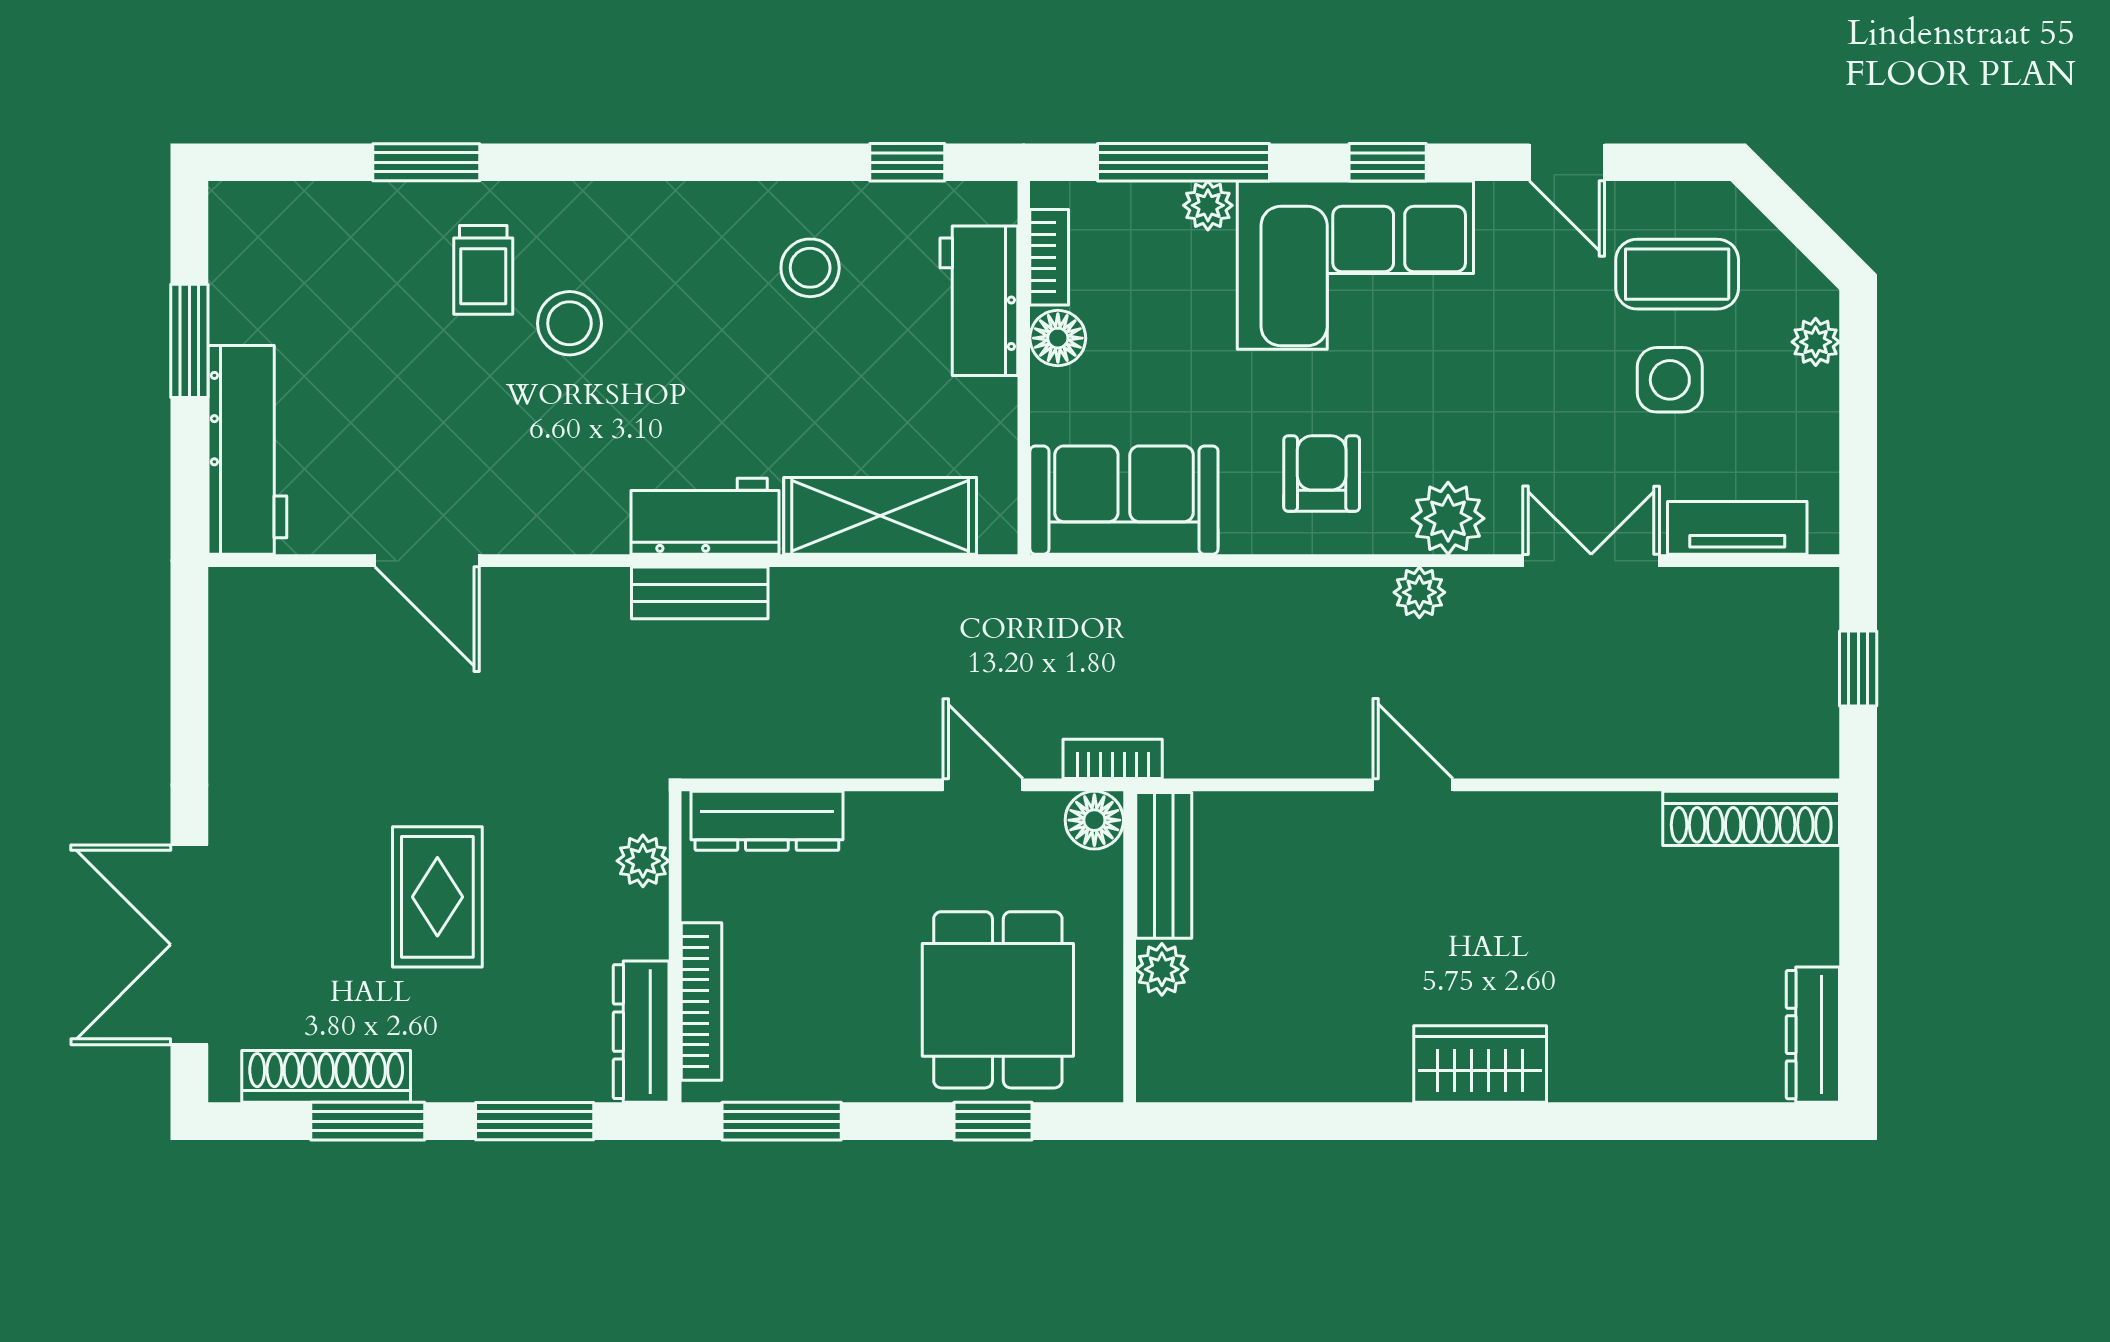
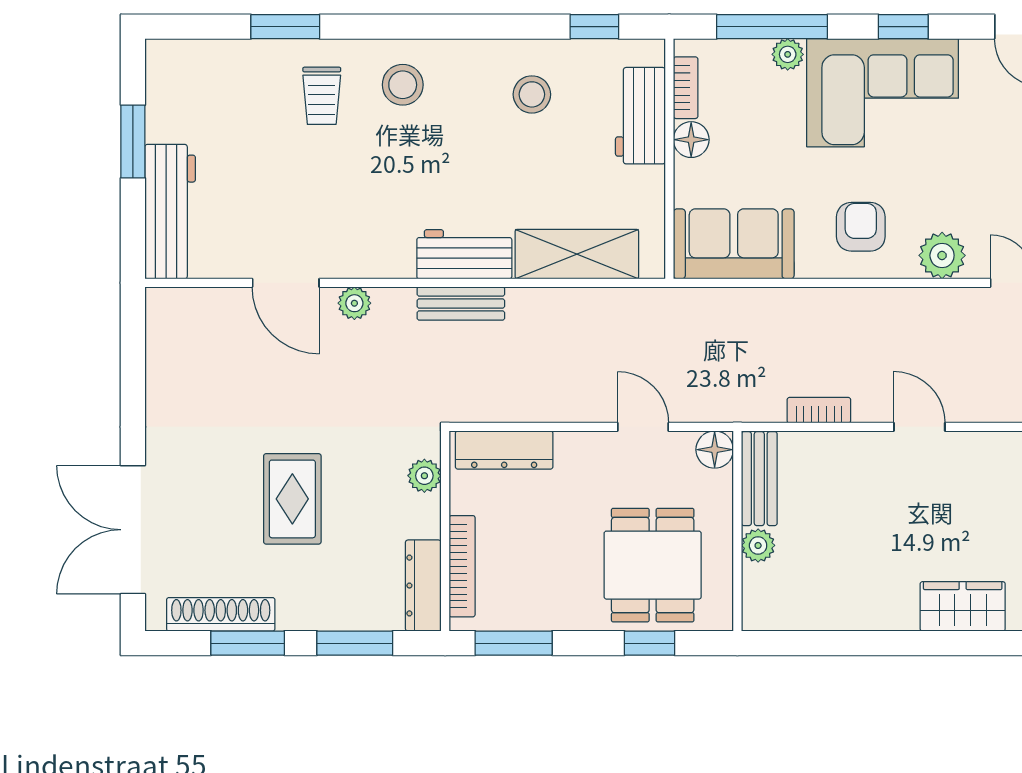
stool: (569, 323) -> (403, 85), moved
plant: (1419, 592) -> (354, 303), moved
bookcase: (1113, 759) -> (819, 410), moved

